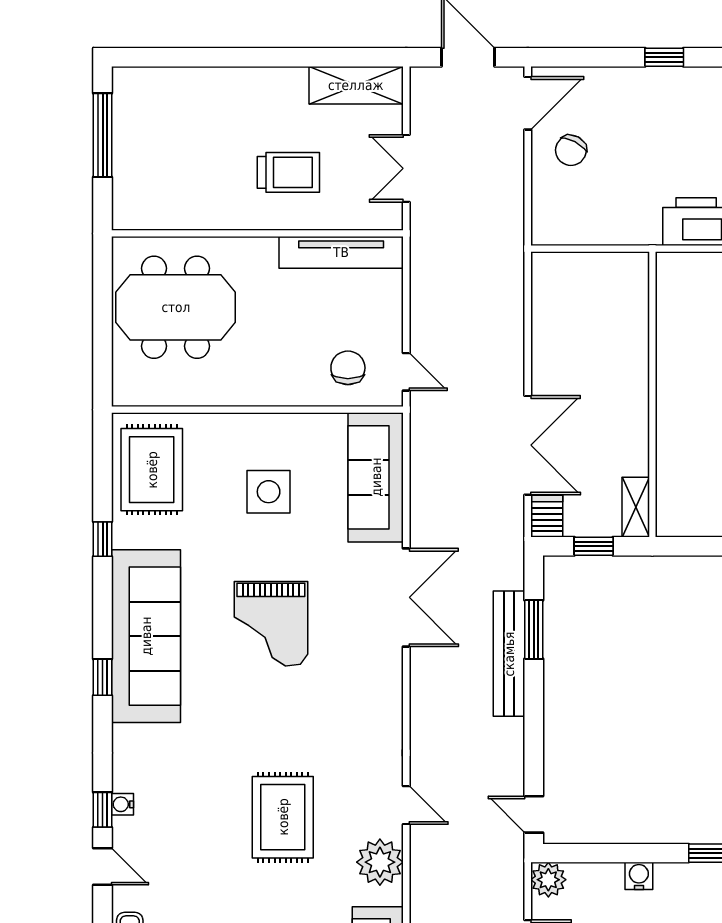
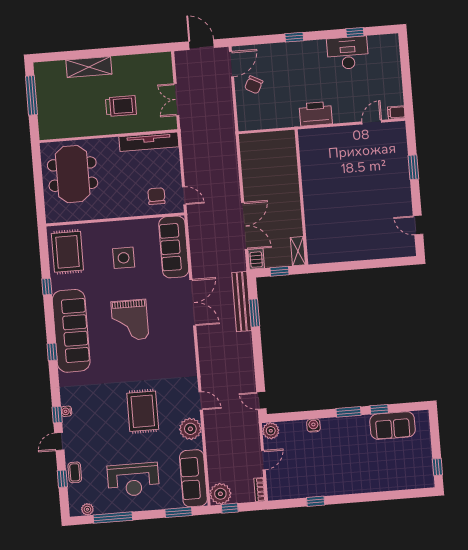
shelving: (356, 85) -> (89, 67), moved
meeting table: (176, 307) -> (73, 174), turned 90
bench: (509, 654) -> (242, 302), moved
door: (103, 867) -> (59, 442), swing flipped

